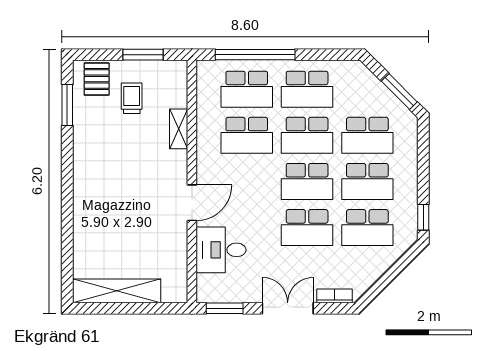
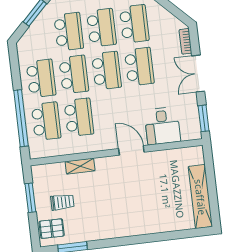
trolley: (132, 98) -> (62, 202), turned 180

